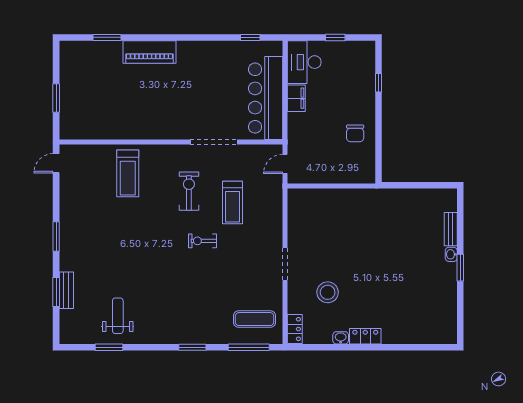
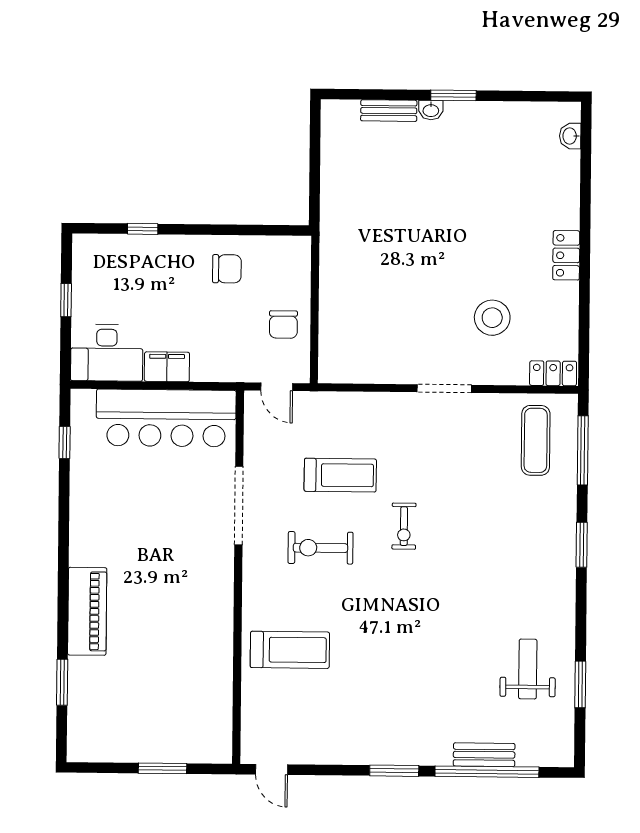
chair: (322, 168) -> (283, 324), added
window: (56, 292) -> (487, 772), width x2.11
weight bench: (118, 316) -> (528, 669), turned 90
washbasin: (341, 338) -> (570, 136), moved

